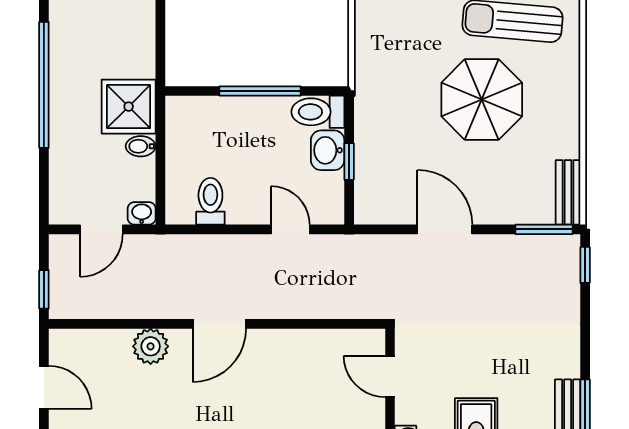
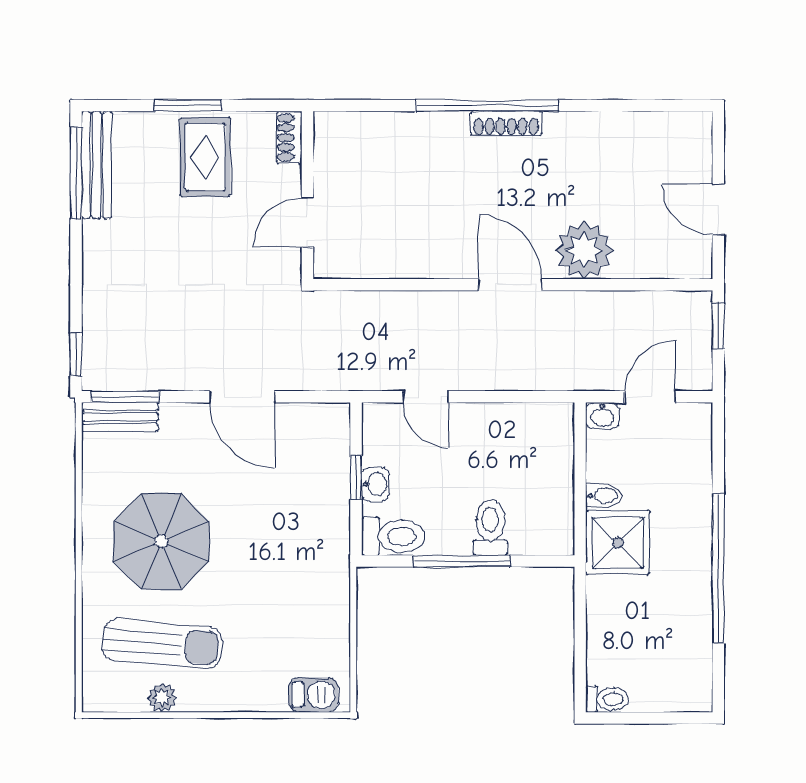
parasol: (482, 100) -> (161, 542), moved
washbasin: (328, 150) -> (375, 484), width x0.72, depth x0.69
bench: (568, 192) -> (120, 417), moved, turned 90
toilet: (210, 201) -> (490, 528), moved, turned 180
door: (219, 324) -> (510, 285), hinge flipped
plant: (151, 346) -> (584, 250), width x1.36, depth x1.36
door: (390, 376) -> (307, 222), swing flipped

